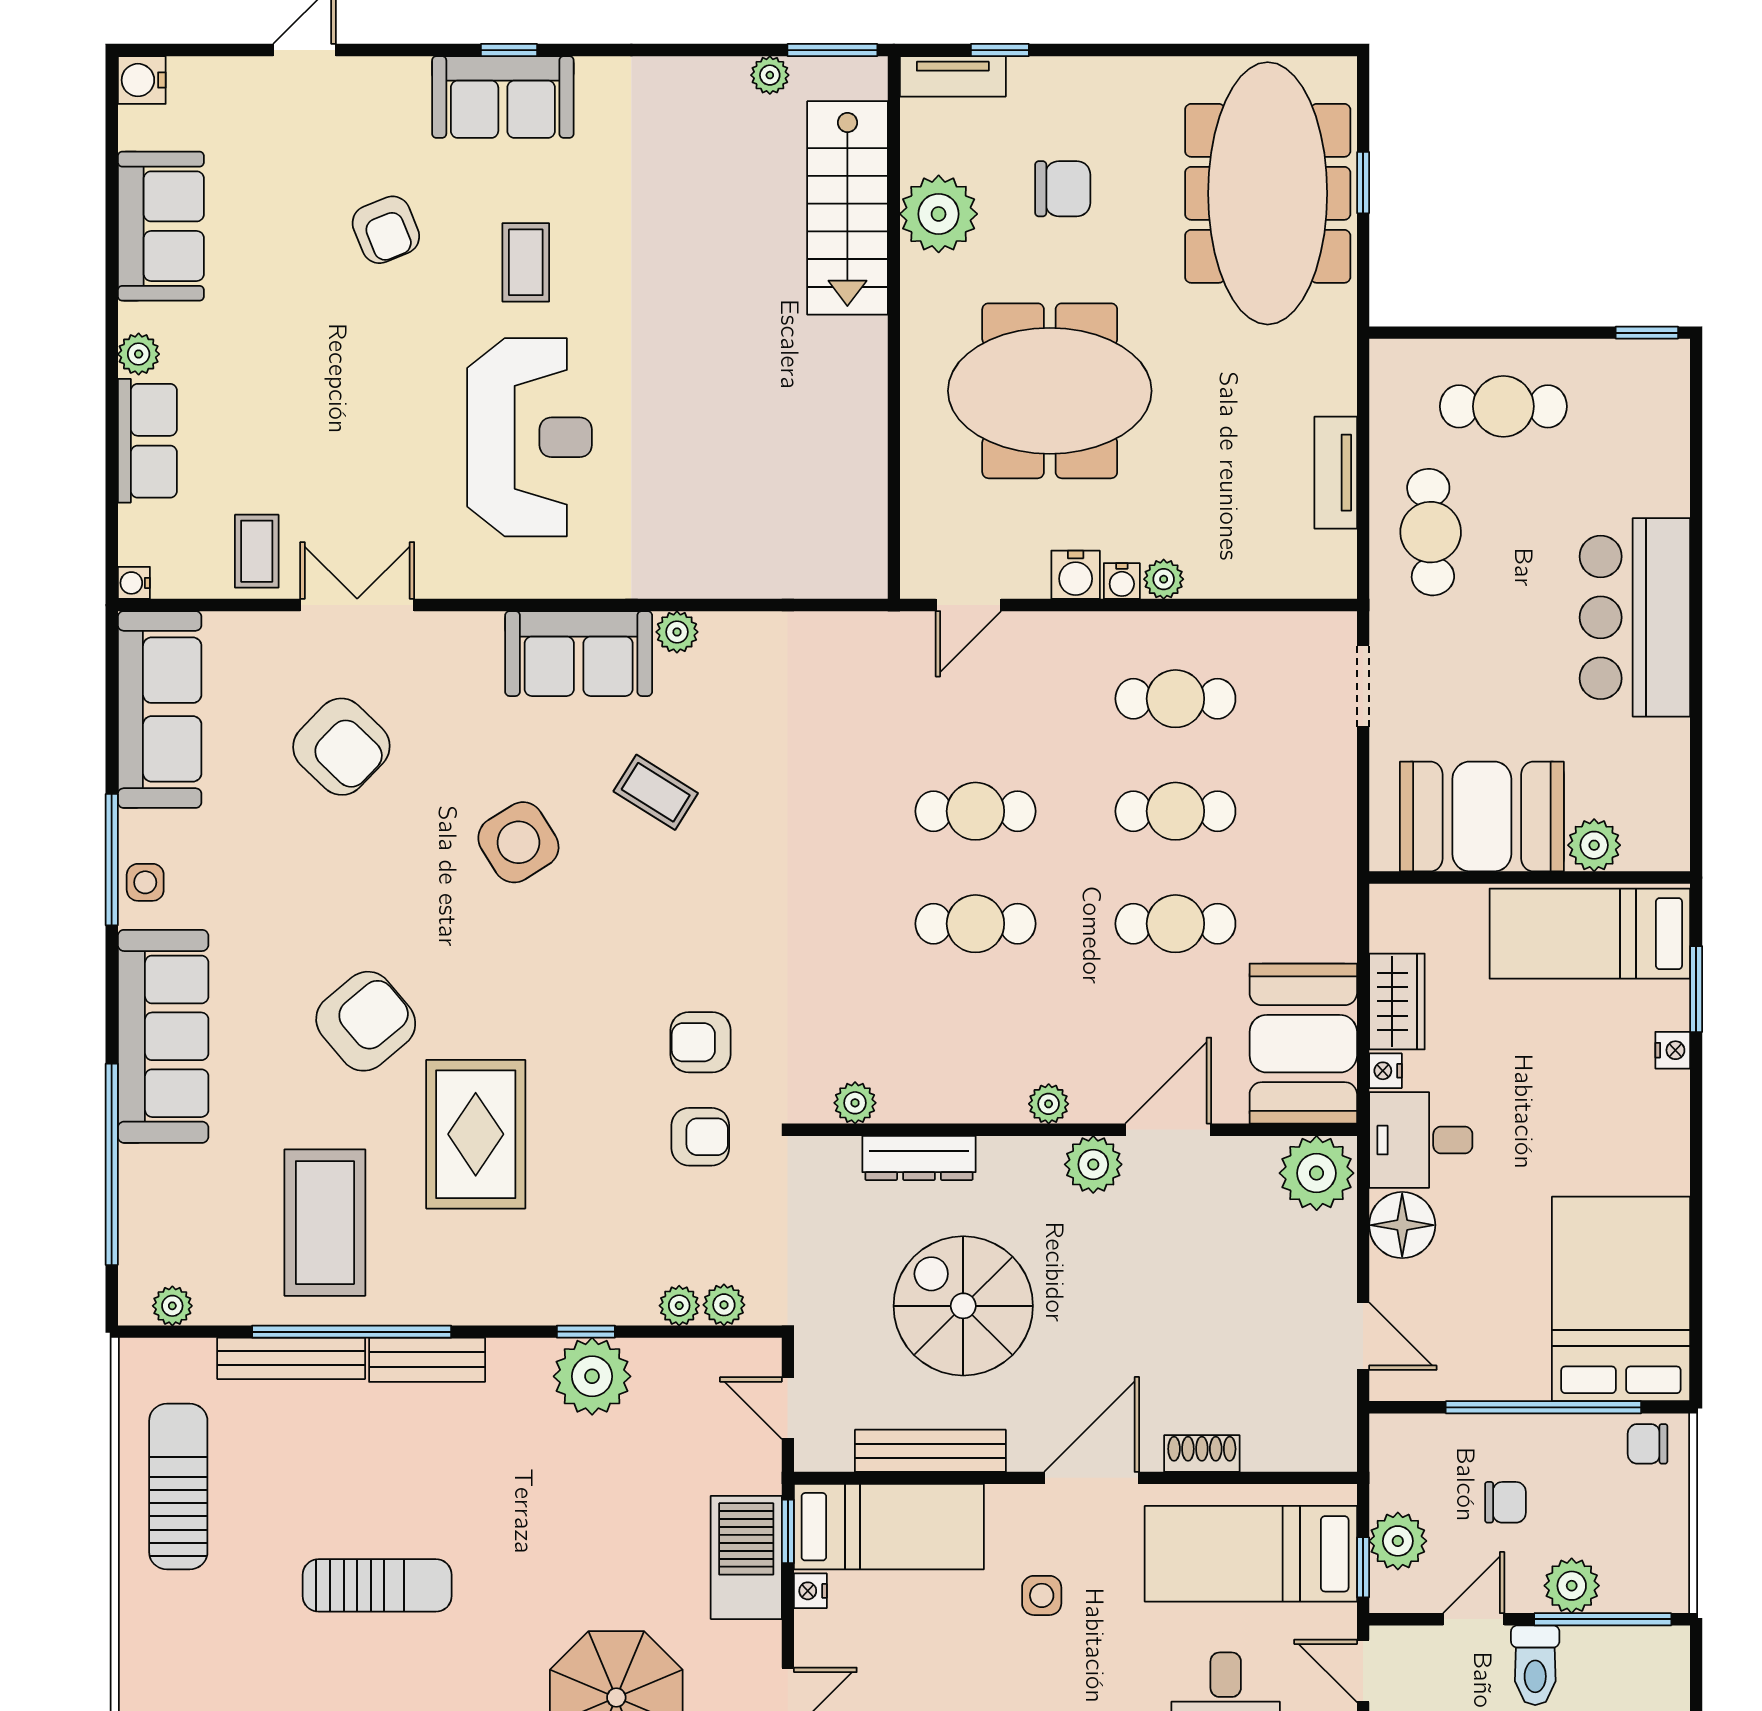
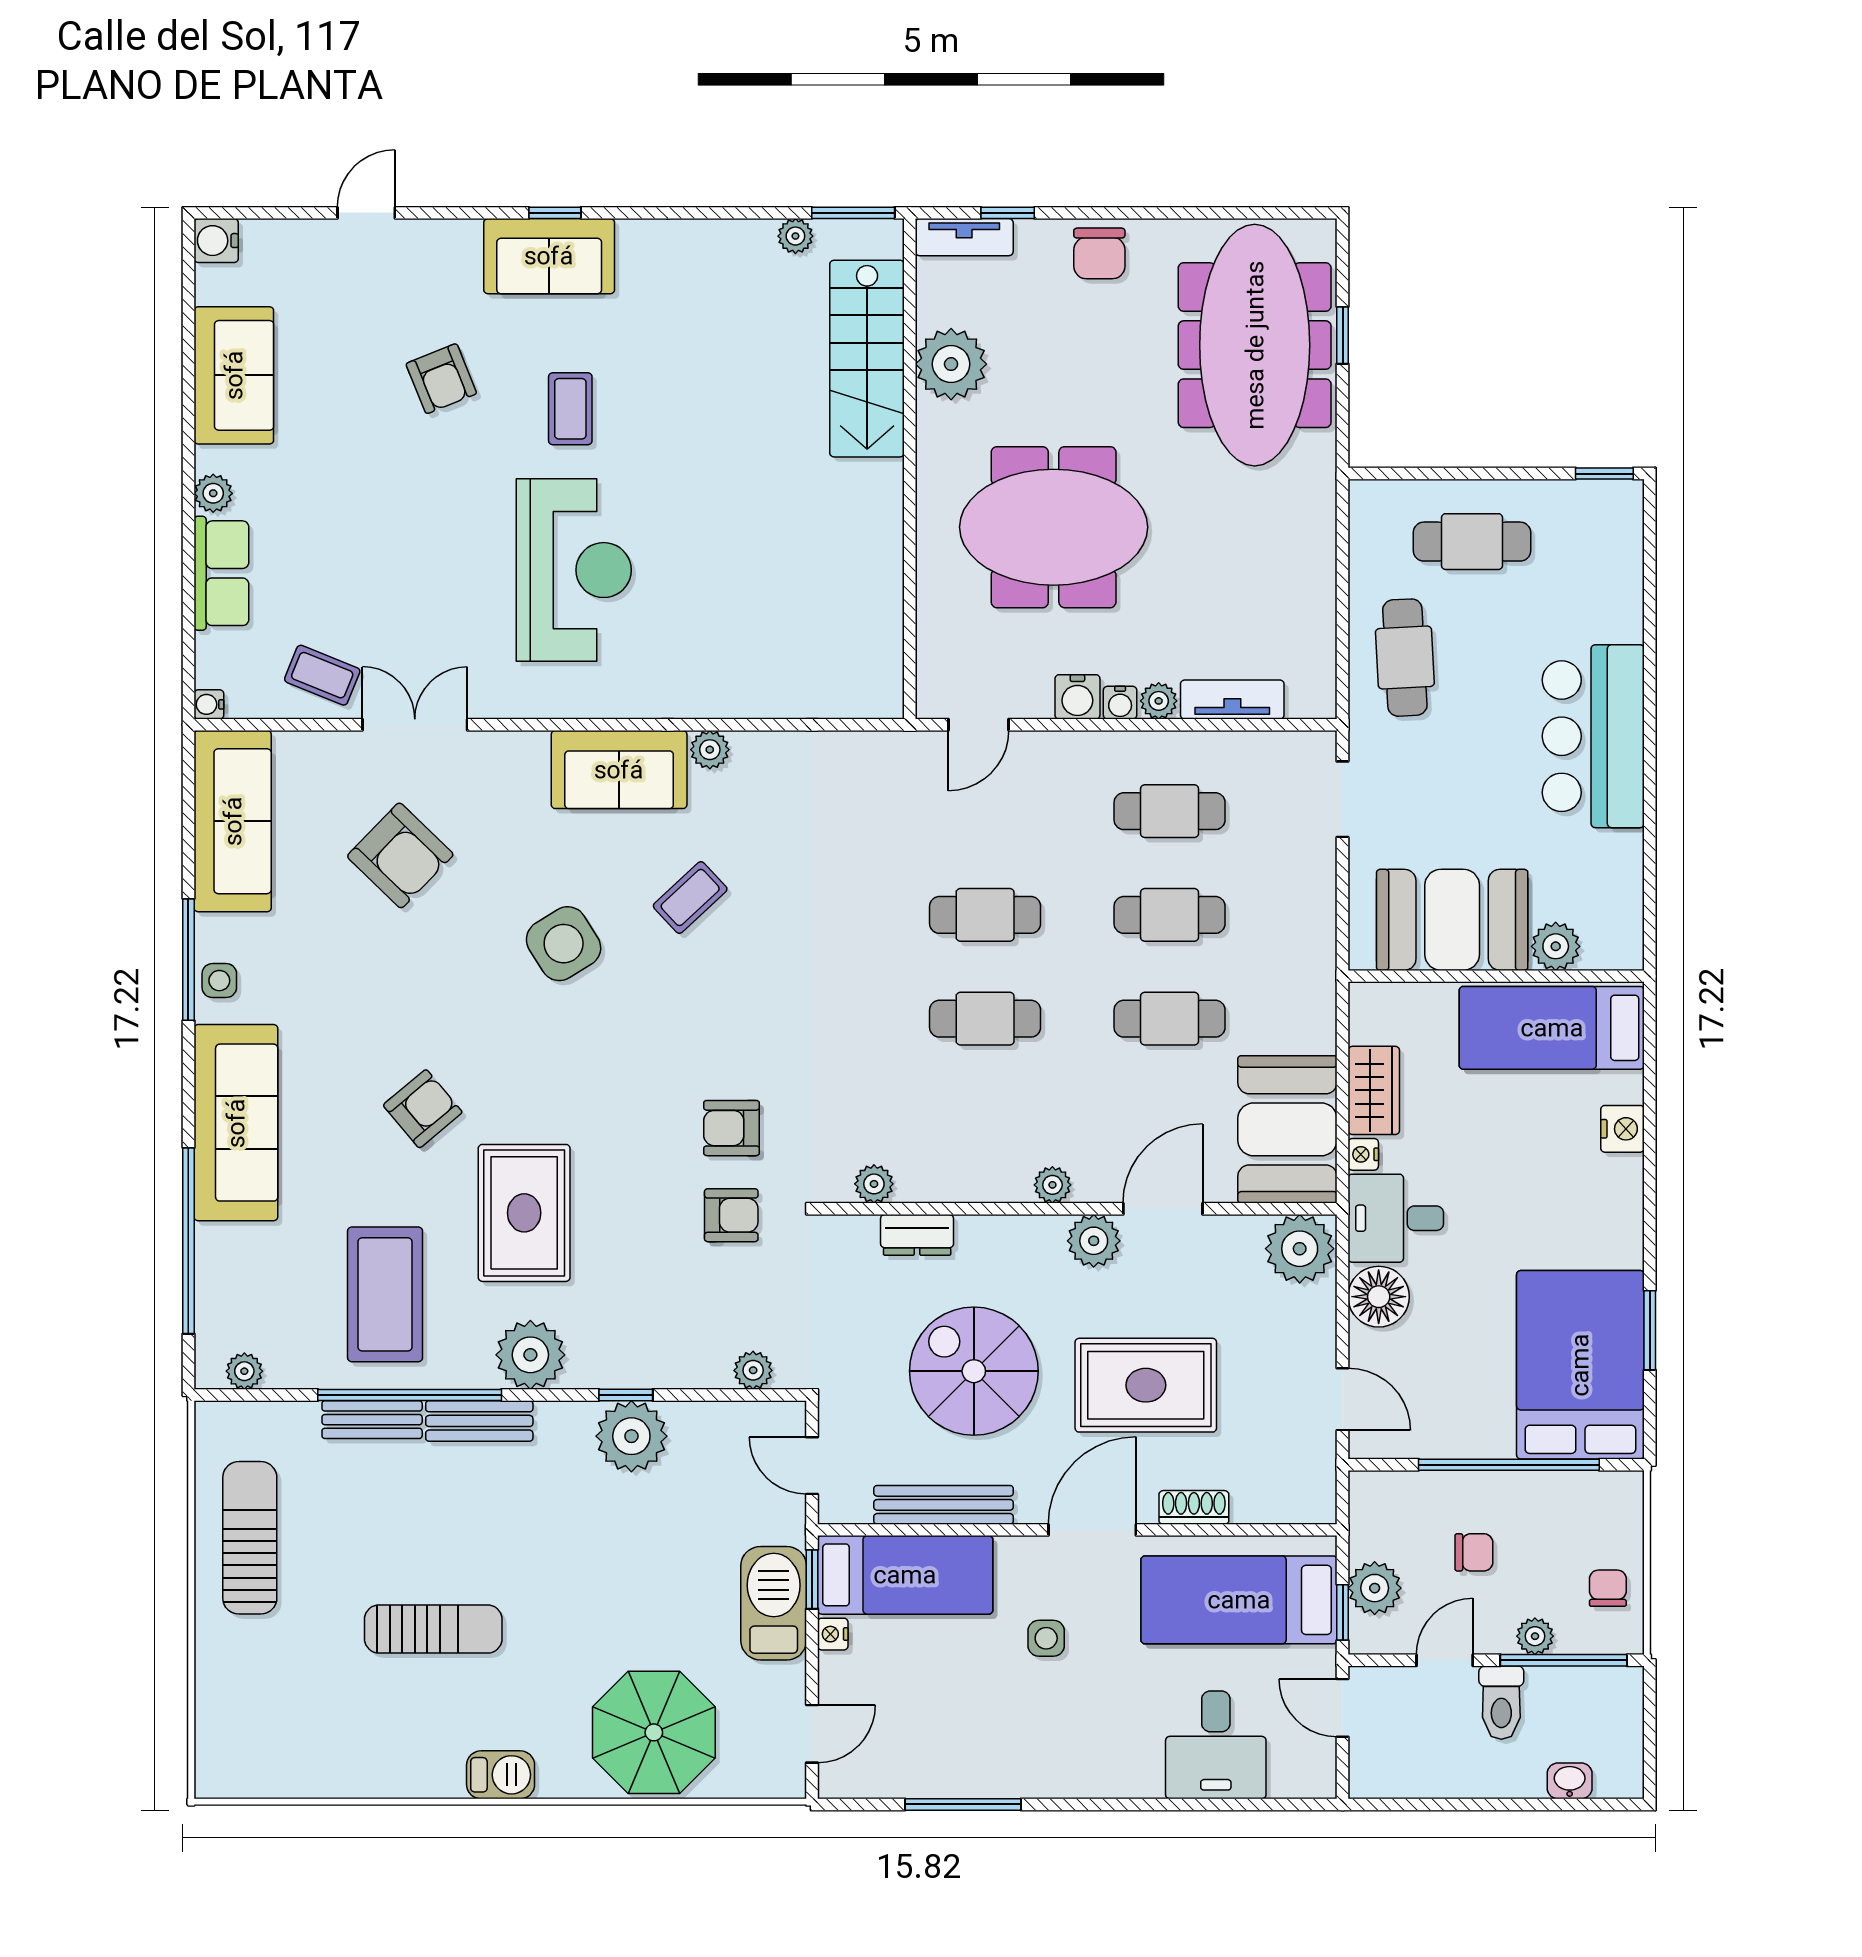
chair: (1063, 189) -> (1099, 253), moved, turned 90
tv unit: (1336, 473) -> (1232, 700), moved, turned 90
coffee table: (257, 551) -> (322, 675), turned -68
coffee table: (656, 792) -> (690, 897), turned -75
window: (1696, 989) -> (1650, 1330), moved
armchair: (366, 1021) -> (423, 1109), width x0.72, depth x0.72
nightstand: (1673, 1050) -> (1622, 1129), width x1.39, depth x1.35
dresser: (919, 1158) -> (917, 1235), width x0.70
plant: (679, 1306) -> (530, 1355), moved, width x1.87, depth x1.87
rug: (1150, 1321) -> (1146, 1385), added
bench: (291, 1358) -> (372, 1420), width x0.73
chair: (1648, 1444) -> (1608, 1588), moved, turned 90
plant: (1572, 1586) -> (1535, 1636), width x0.73, depth x0.73

